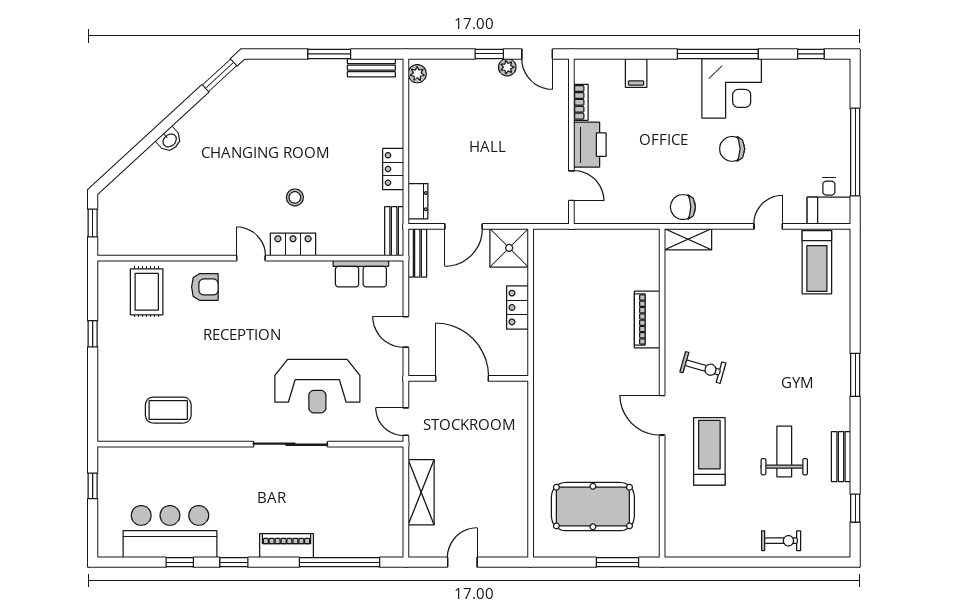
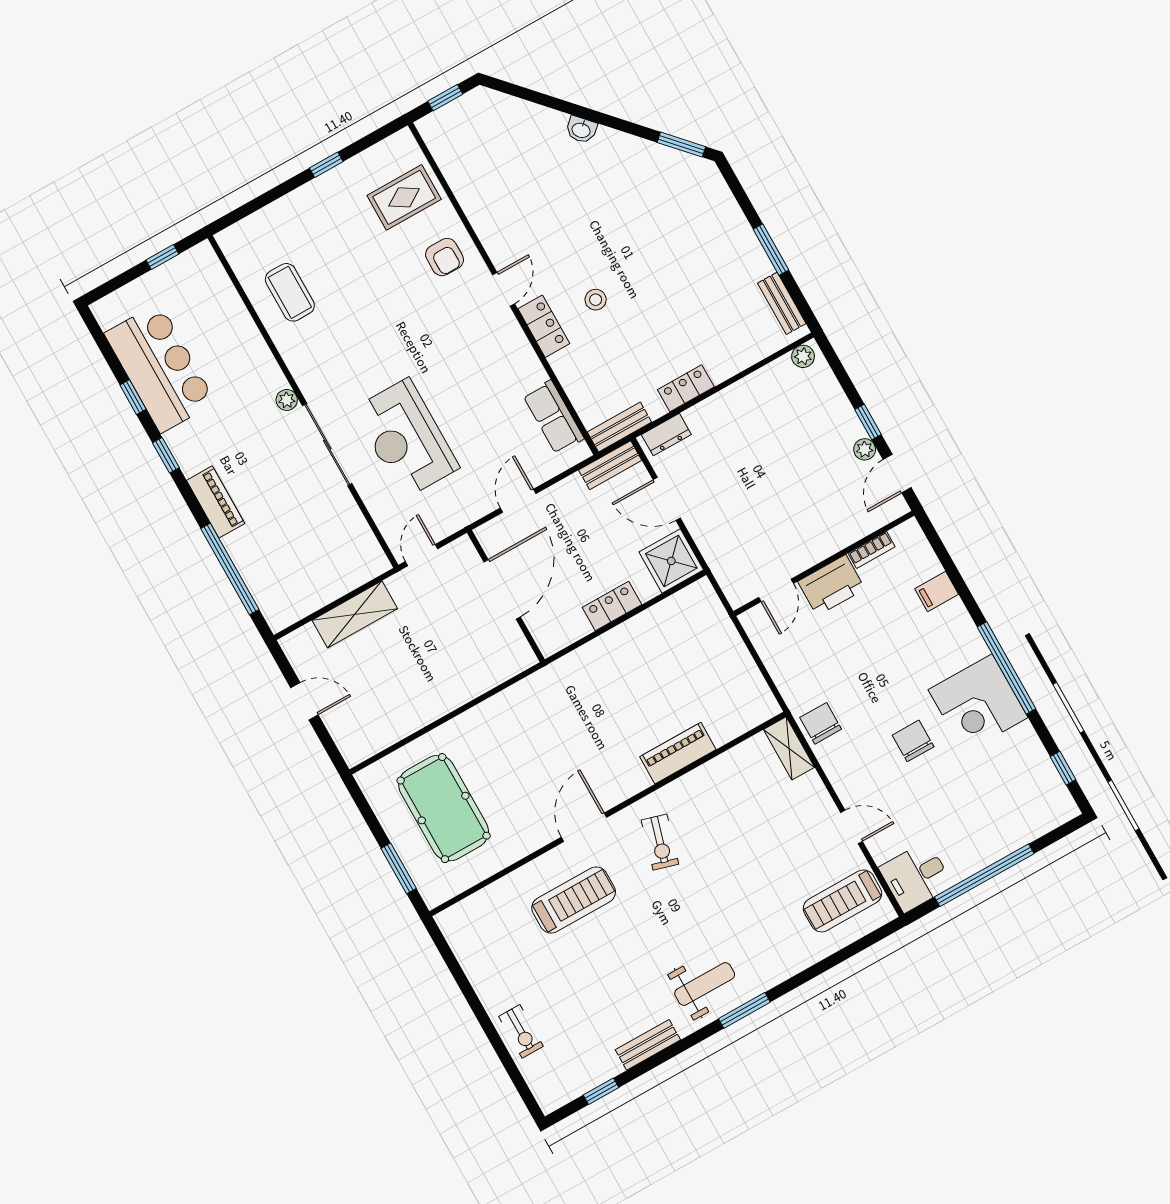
weight bench: (784, 451) -> (705, 984), moved
plant: (243, 455) -> (287, 400), added

